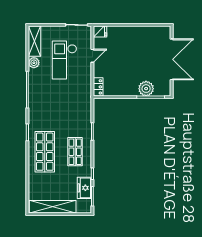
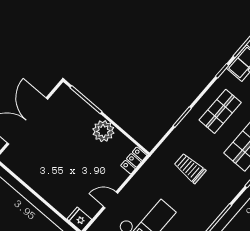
plant: (146, 89) -> (103, 131), moved
trolley: (65, 108) -> (190, 168), added

